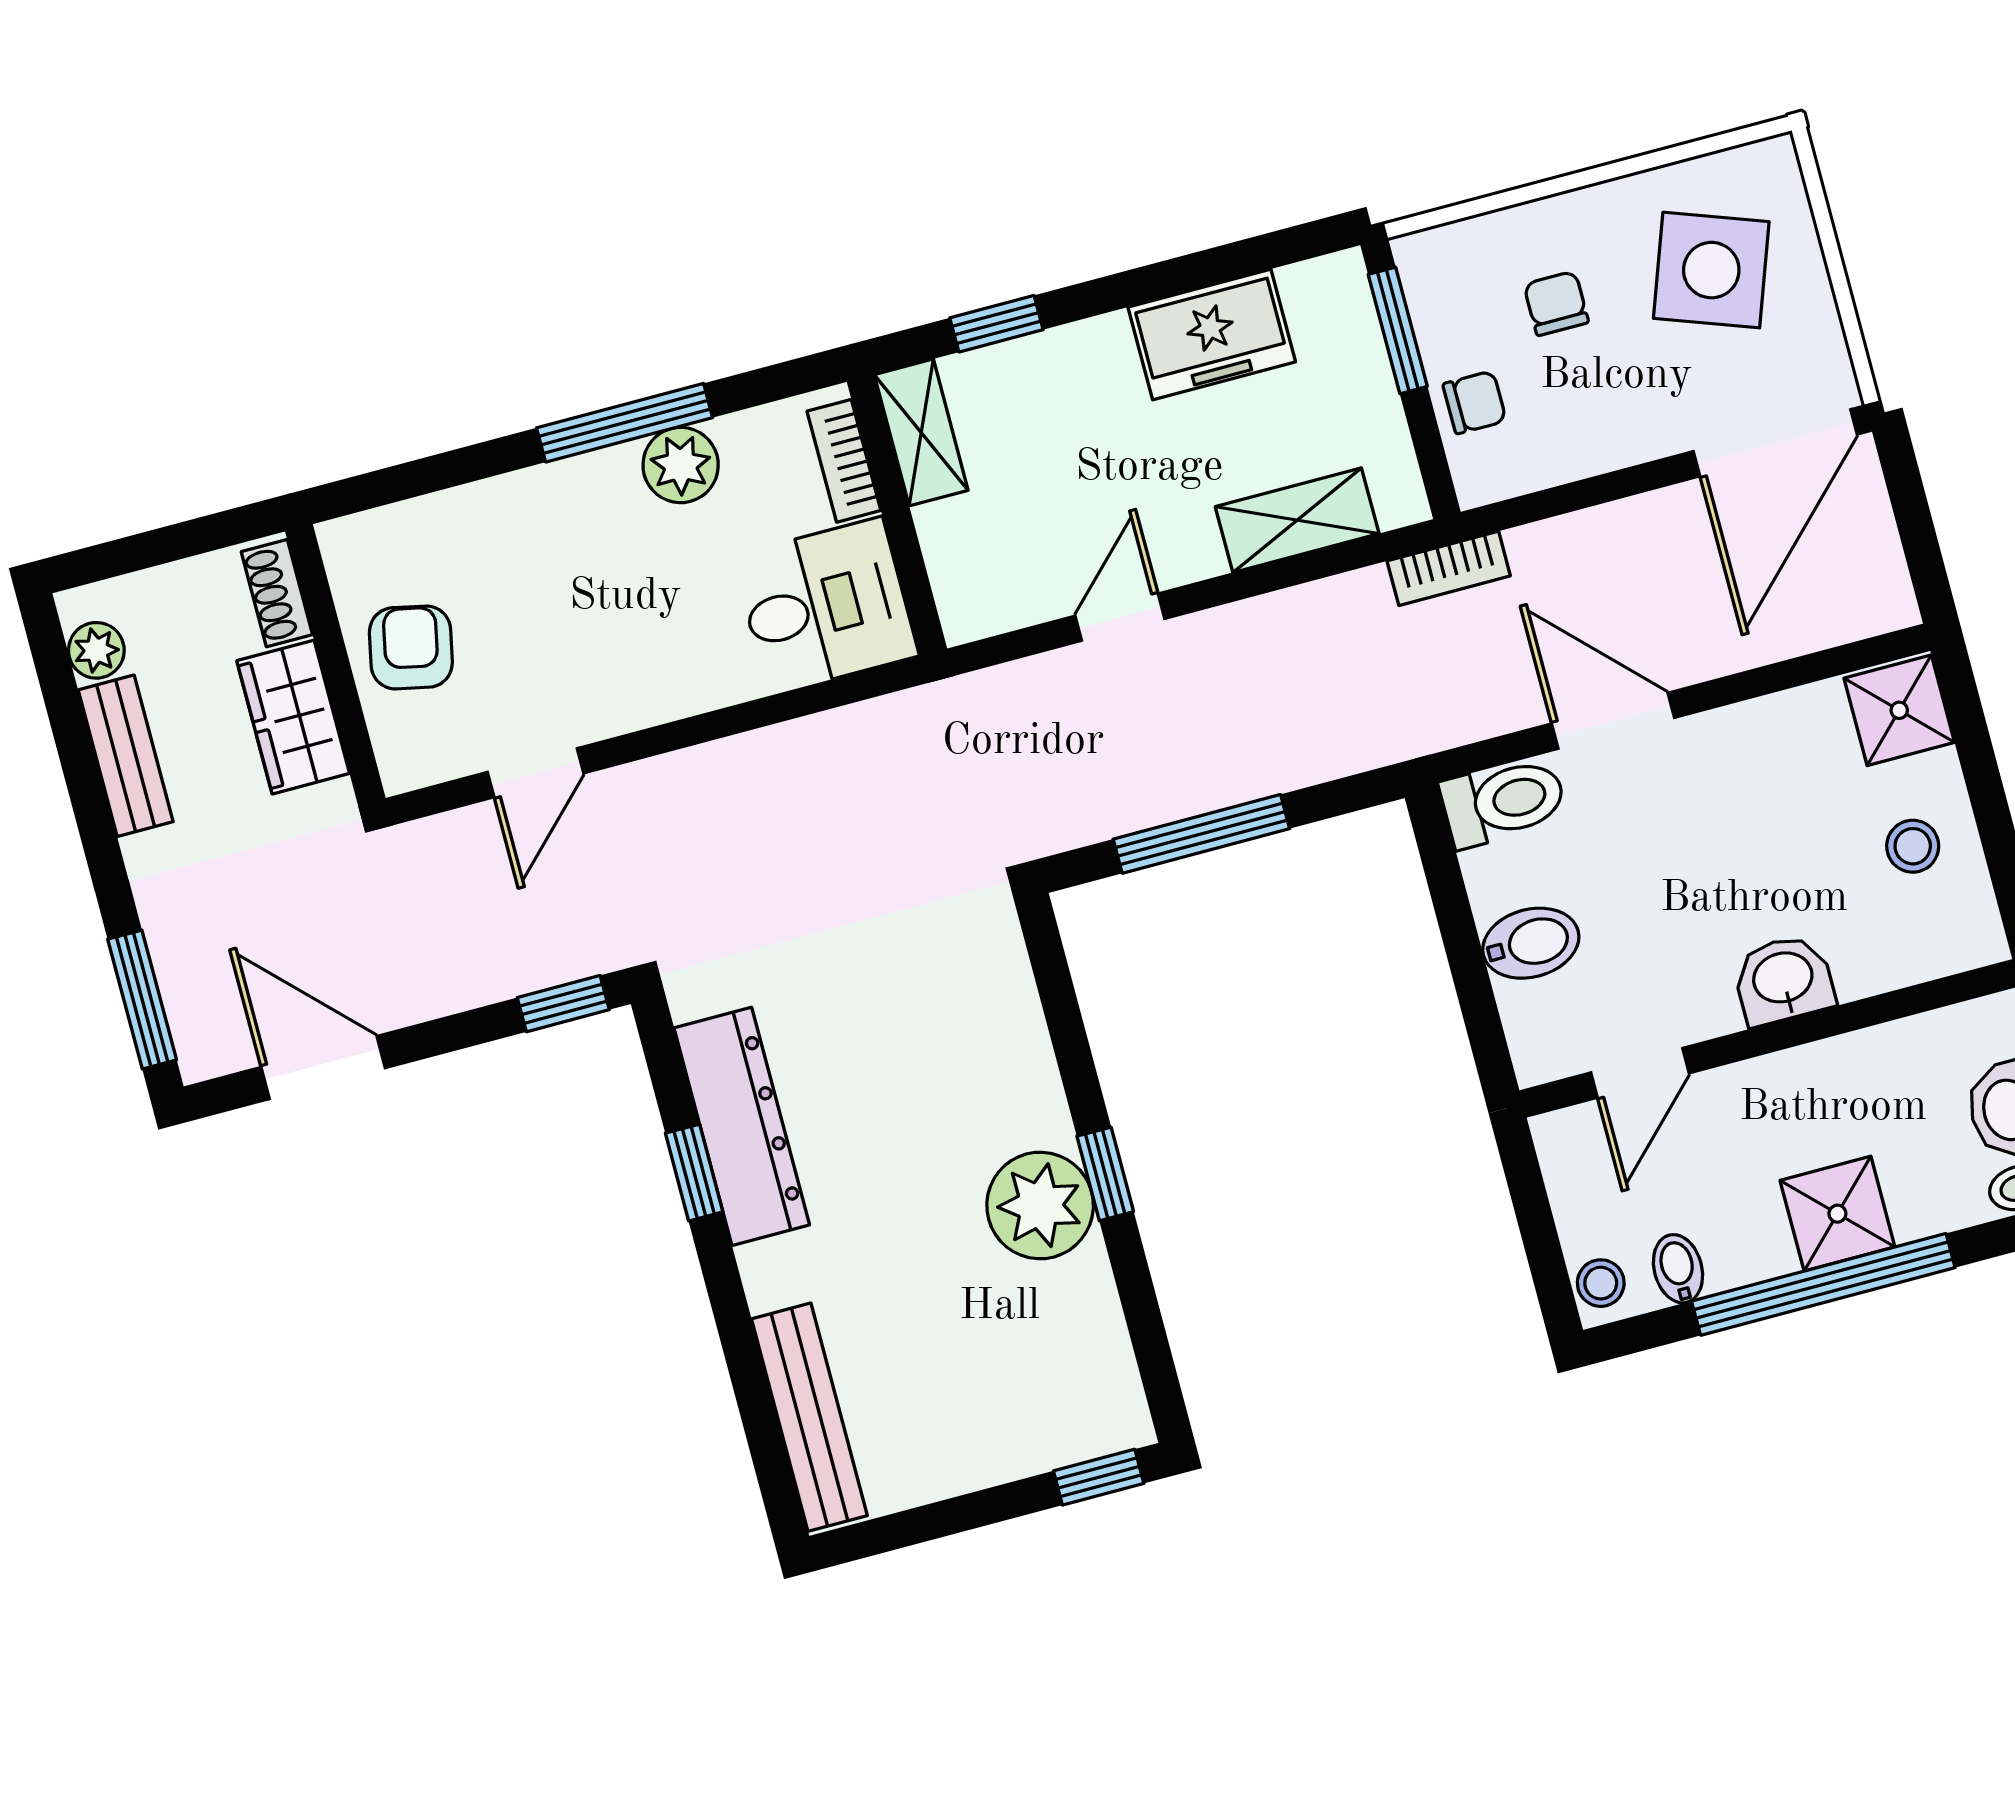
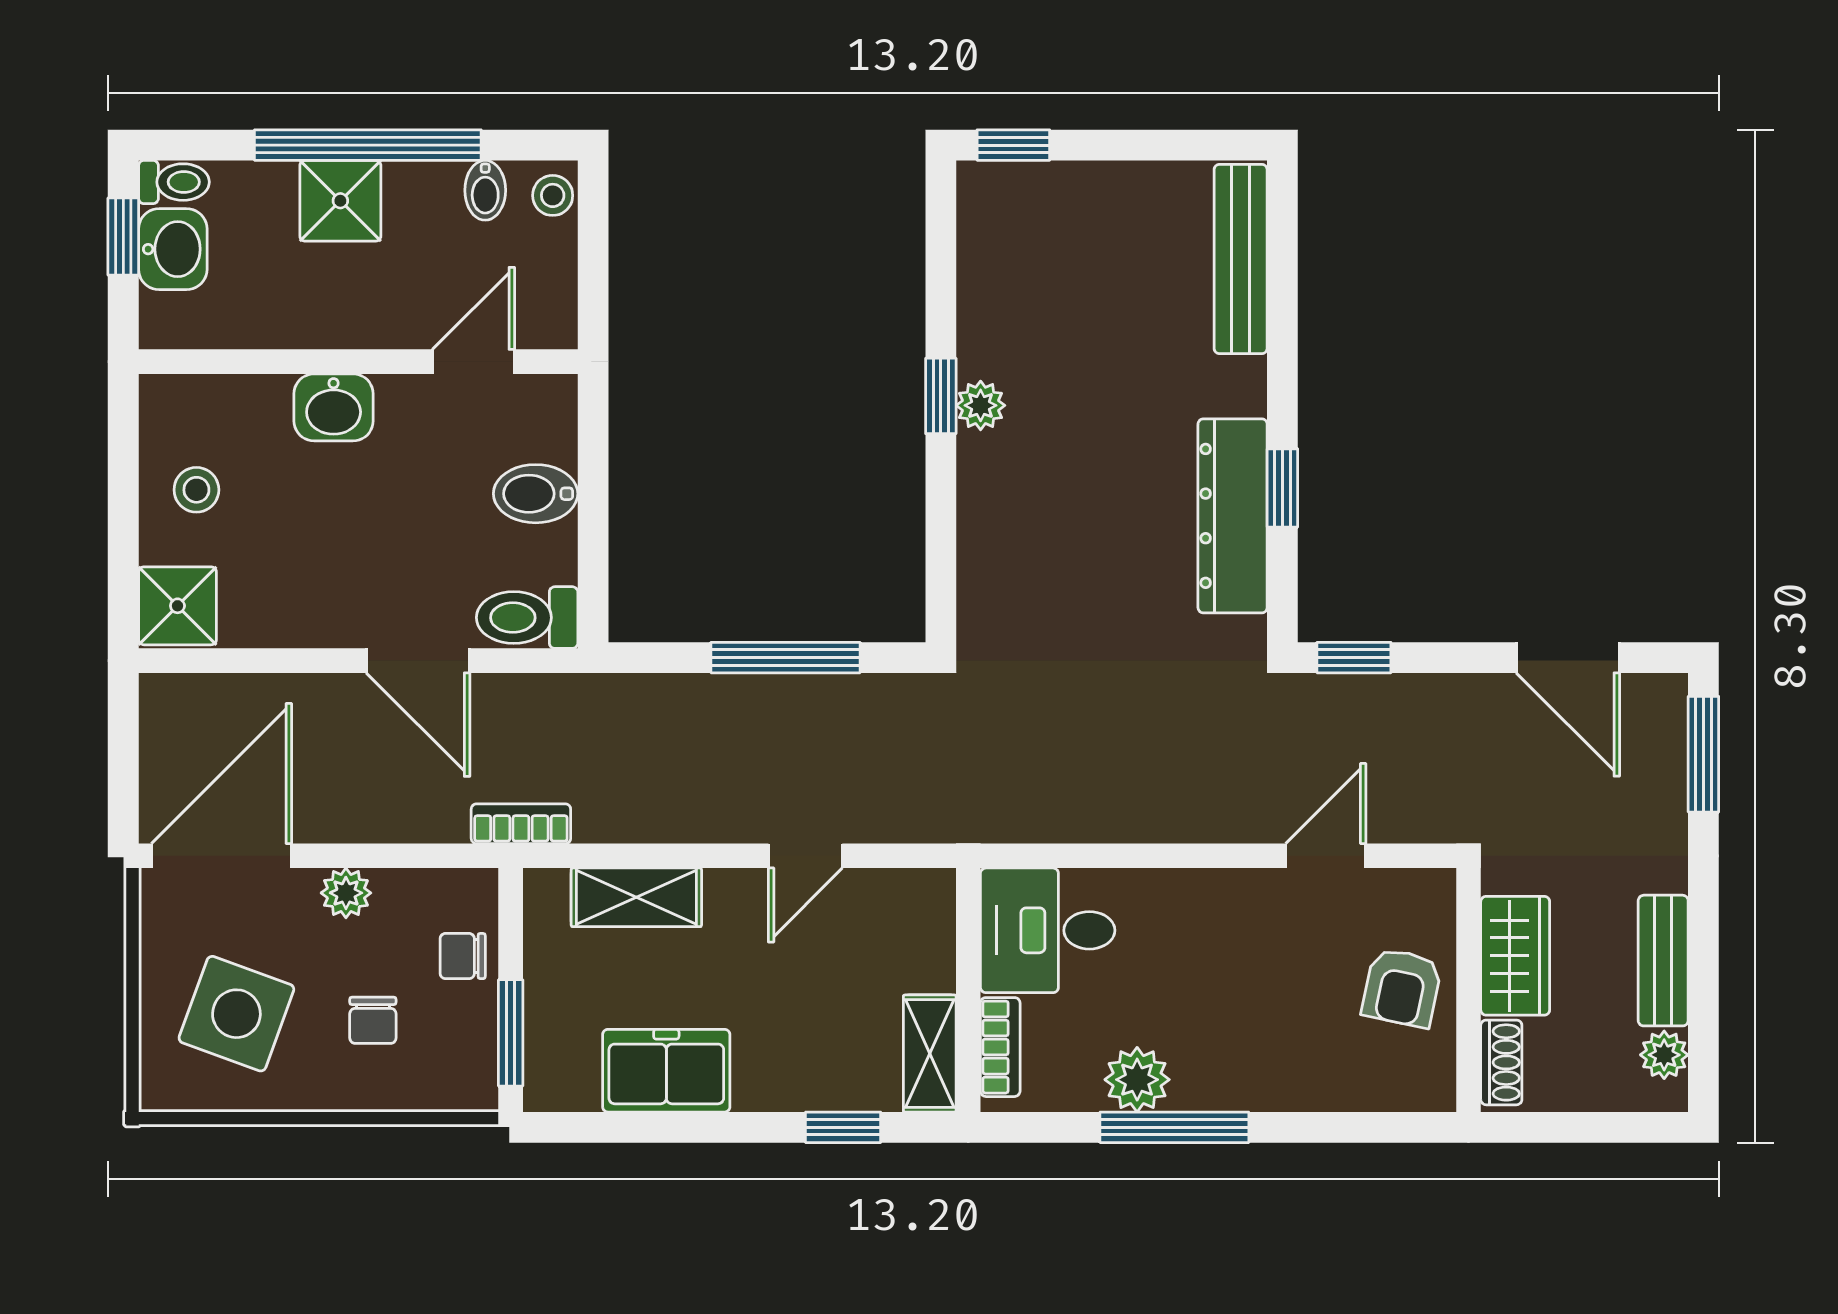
plant: (1624, 438) -> (346, 893), added
plant: (1040, 1206) -> (981, 405), width x0.53, depth x0.53

